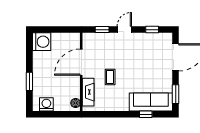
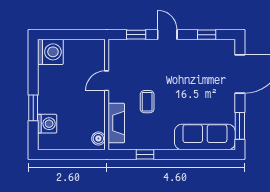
door: (124, 30) -> (167, 35), hinge flipped
door: (81, 62) -> (107, 81), width x0.53
washing machine: (46, 104) -> (47, 124), moved, turned 90
window: (146, 114) -> (145, 154), moved

